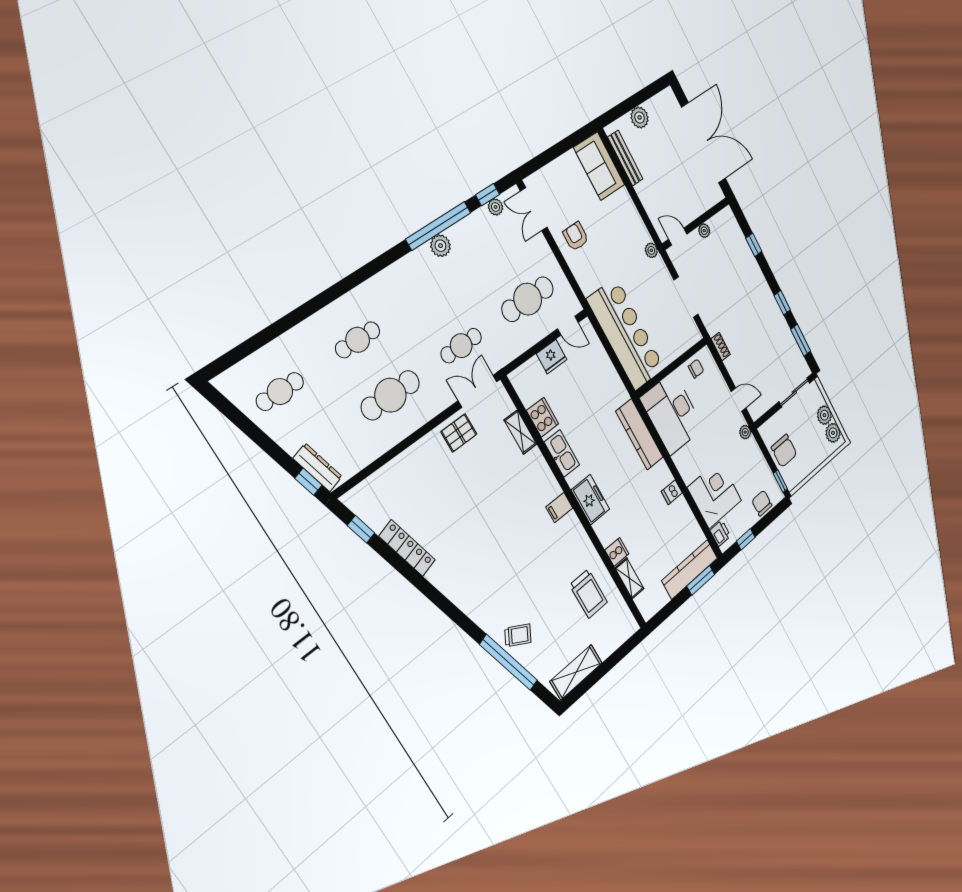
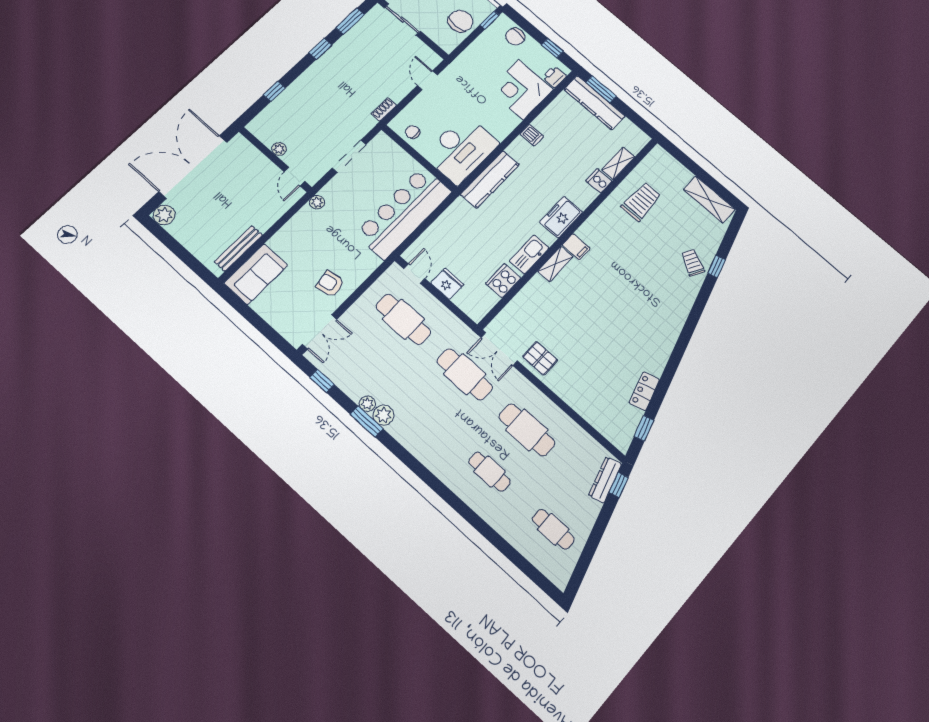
plant: (640, 117) -> (164, 215), moved
plant: (496, 207) -> (367, 404), moved
window: (438, 226) -> (367, 422), width x0.47
armchair: (576, 236) -> (330, 284), turned 80
cafe table: (461, 346) -> (465, 374), width x1.37, depth x1.35
shelving: (520, 432) -> (555, 264), moved
plant: (745, 432) -> (455, 67), removed
locker: (407, 548) -> (644, 391), width x0.66
window: (509, 662) -> (717, 266), width x0.32

